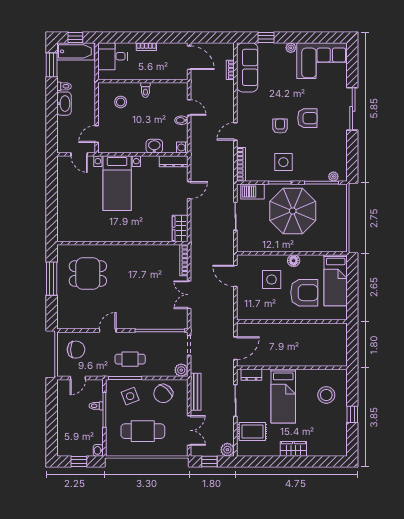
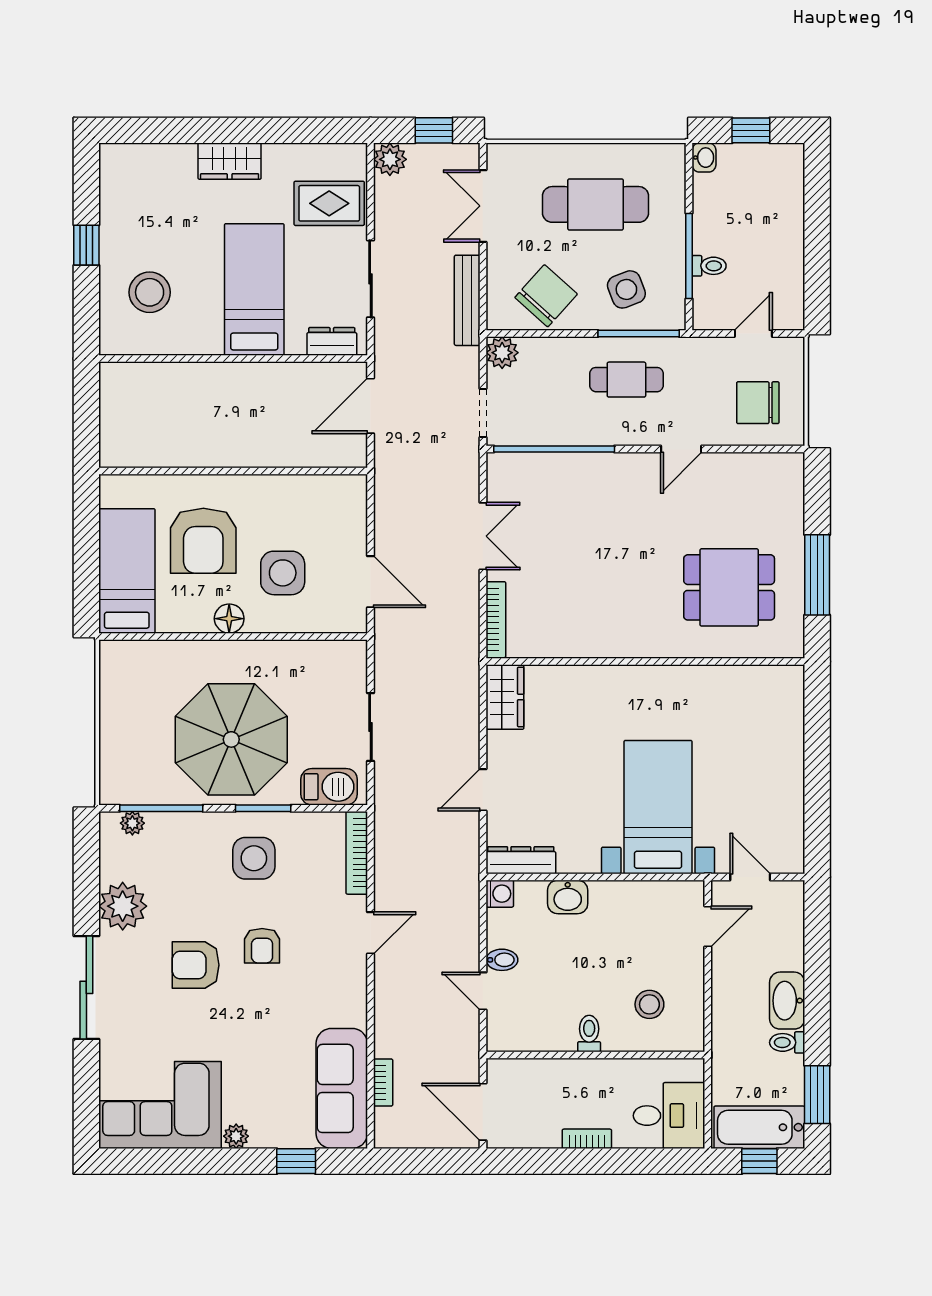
plant: (337, 142) -> (123, 906), added
armchair: (304, 293) -> (203, 541), turned -90

